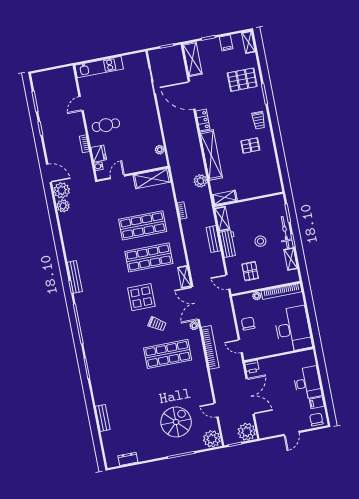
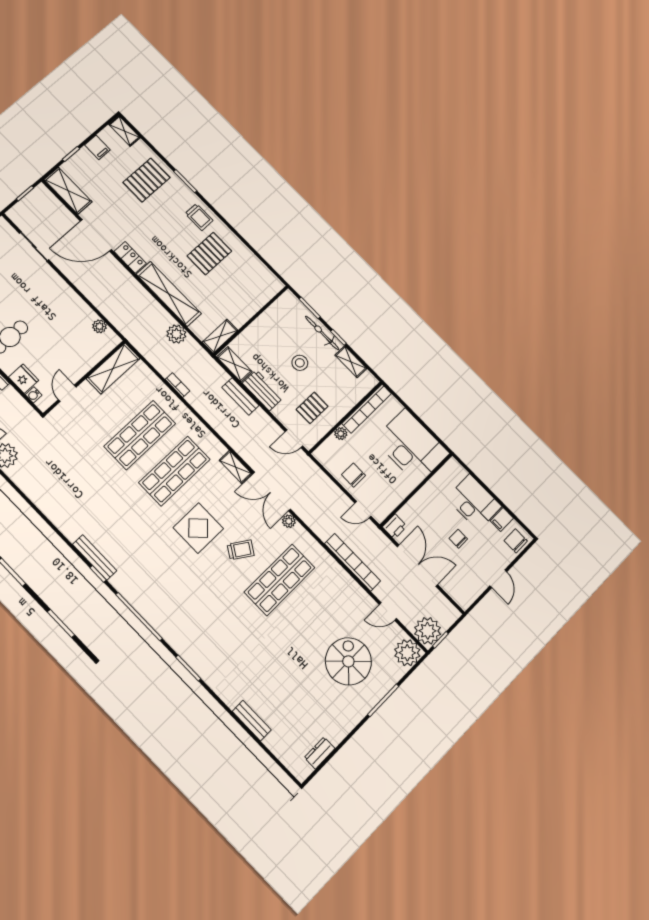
pallet: (250, 146) -> (209, 253), width x1.50, depth x1.42
plant: (63, 206) -> (20, 474), removed
pallet: (250, 271) -> (312, 408), turned 90
bookcase: (210, 347) -> (353, 562), moved
chair: (284, 397) -> (458, 539), added
plant: (247, 432) -> (428, 631), moved

